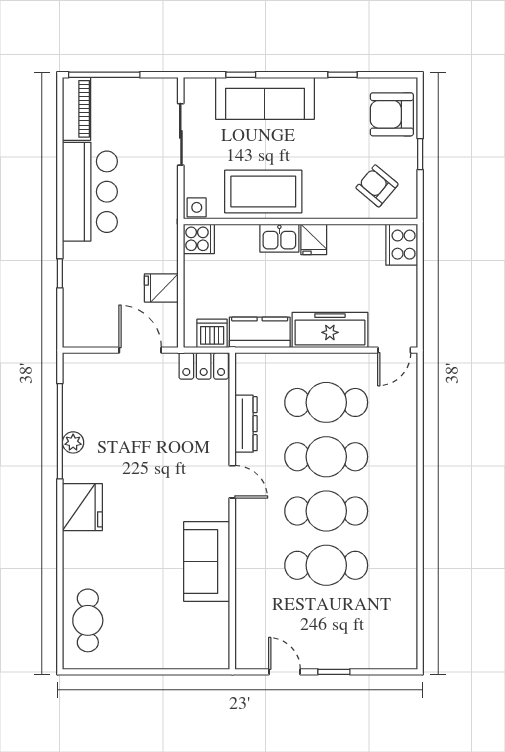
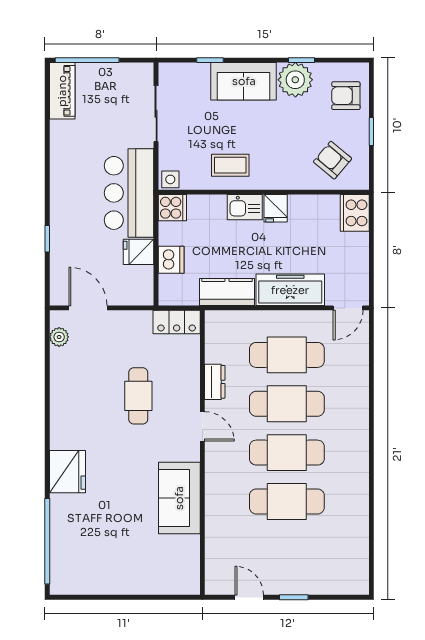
plant: (336, 97) -> (295, 80), added
sofa: (265, 98) -> (244, 81), width x0.73
armchair: (392, 114) -> (346, 96), width x0.72, depth x0.72
bar counter: (90, 192) -> (129, 193), moved, turned 180
coffee table: (263, 192) -> (230, 165), width x0.54, depth x0.58
dishwasher: (212, 333) -> (171, 260), moved, turned 90
door: (140, 350) -> (88, 308), moved
dresser: (246, 424) -> (215, 382), width x0.70
window: (60, 431) -> (47, 541), moved
plant: (73, 442) -> (59, 337), moved
fridge: (82, 507) -> (67, 472), moved
cafe table: (88, 620) -> (138, 396), moved

